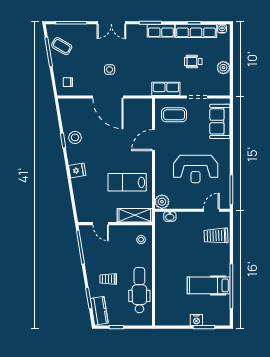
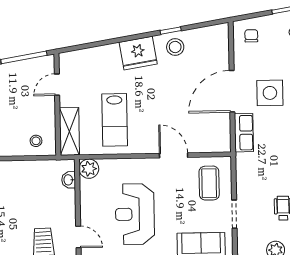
side table: (110, 70) -> (270, 93), width x1.87, depth x1.87
row of seats: (166, 89) -> (244, 133), moved
fridge: (77, 170) -> (138, 53), width x1.88, depth x1.34
lab bench: (127, 182) -> (115, 120), turned 180

